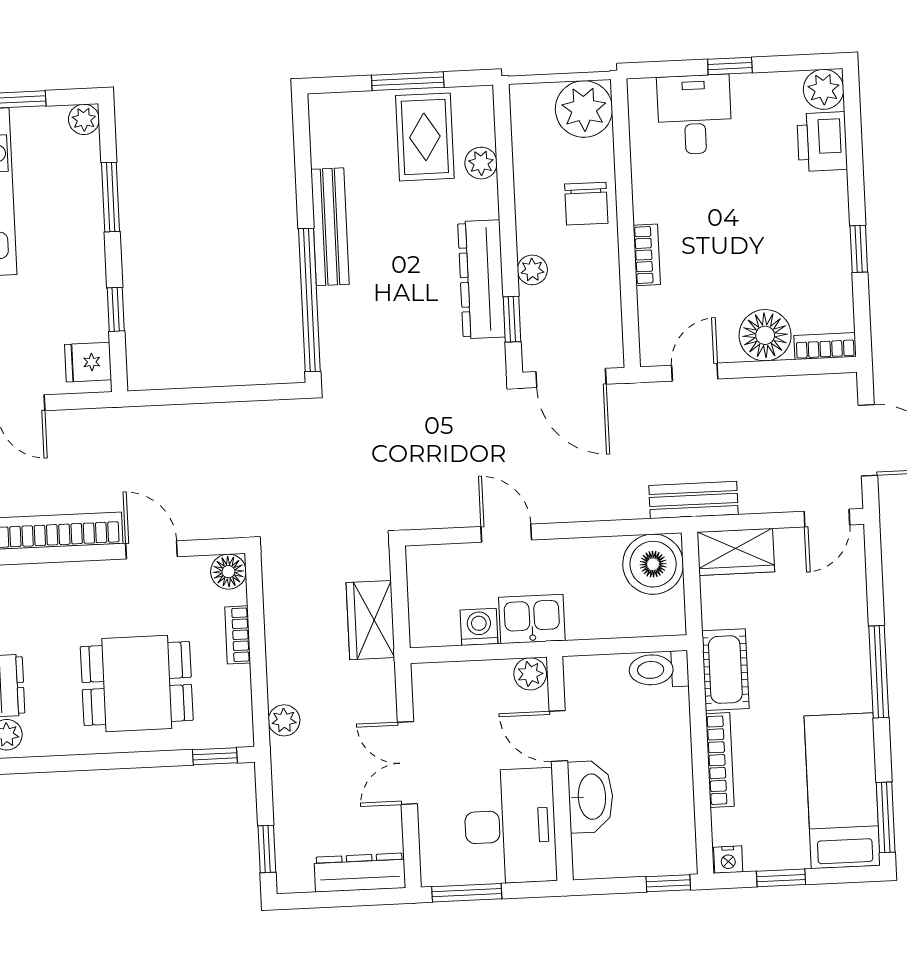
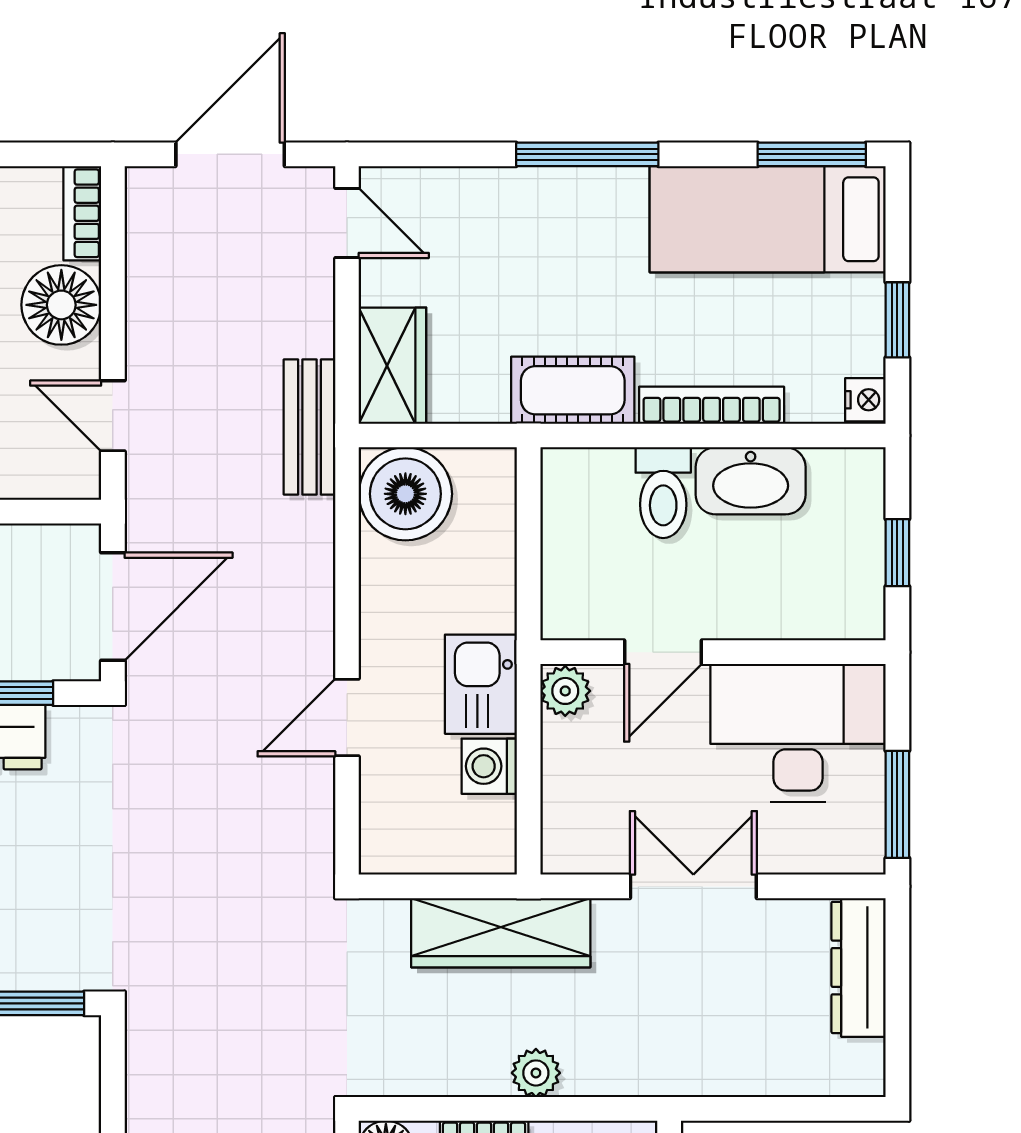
wardrobe: (371, 620) -> (501, 933), width x1.50
toilet: (659, 670) -> (663, 493), moved
plant: (284, 720) -> (536, 1073), moved
double door: (407, 763) -> (693, 886), swing flipped
washbasin: (591, 797) -> (751, 481), moved, turned 180
window: (267, 849) -> (816, 1109), removed
window: (668, 883) -> (897, 553), moved

